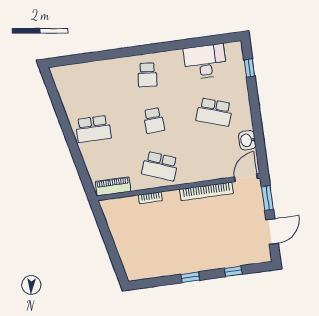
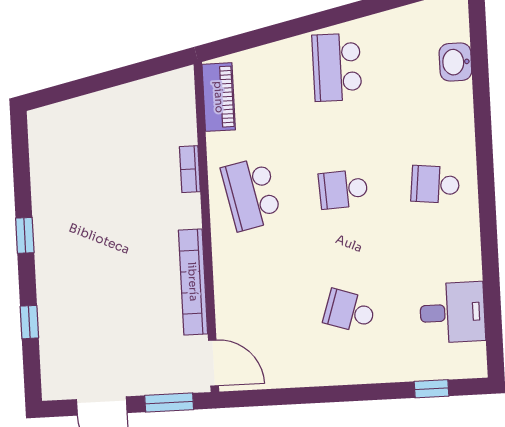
desk: (205, 62) -> (452, 312), width x0.73
school desk: (214, 112) -> (350, 311), width x0.54
washbasin: (247, 140) -> (455, 62), moved, turned -90
school desk: (160, 166) -> (251, 194), turned -33

